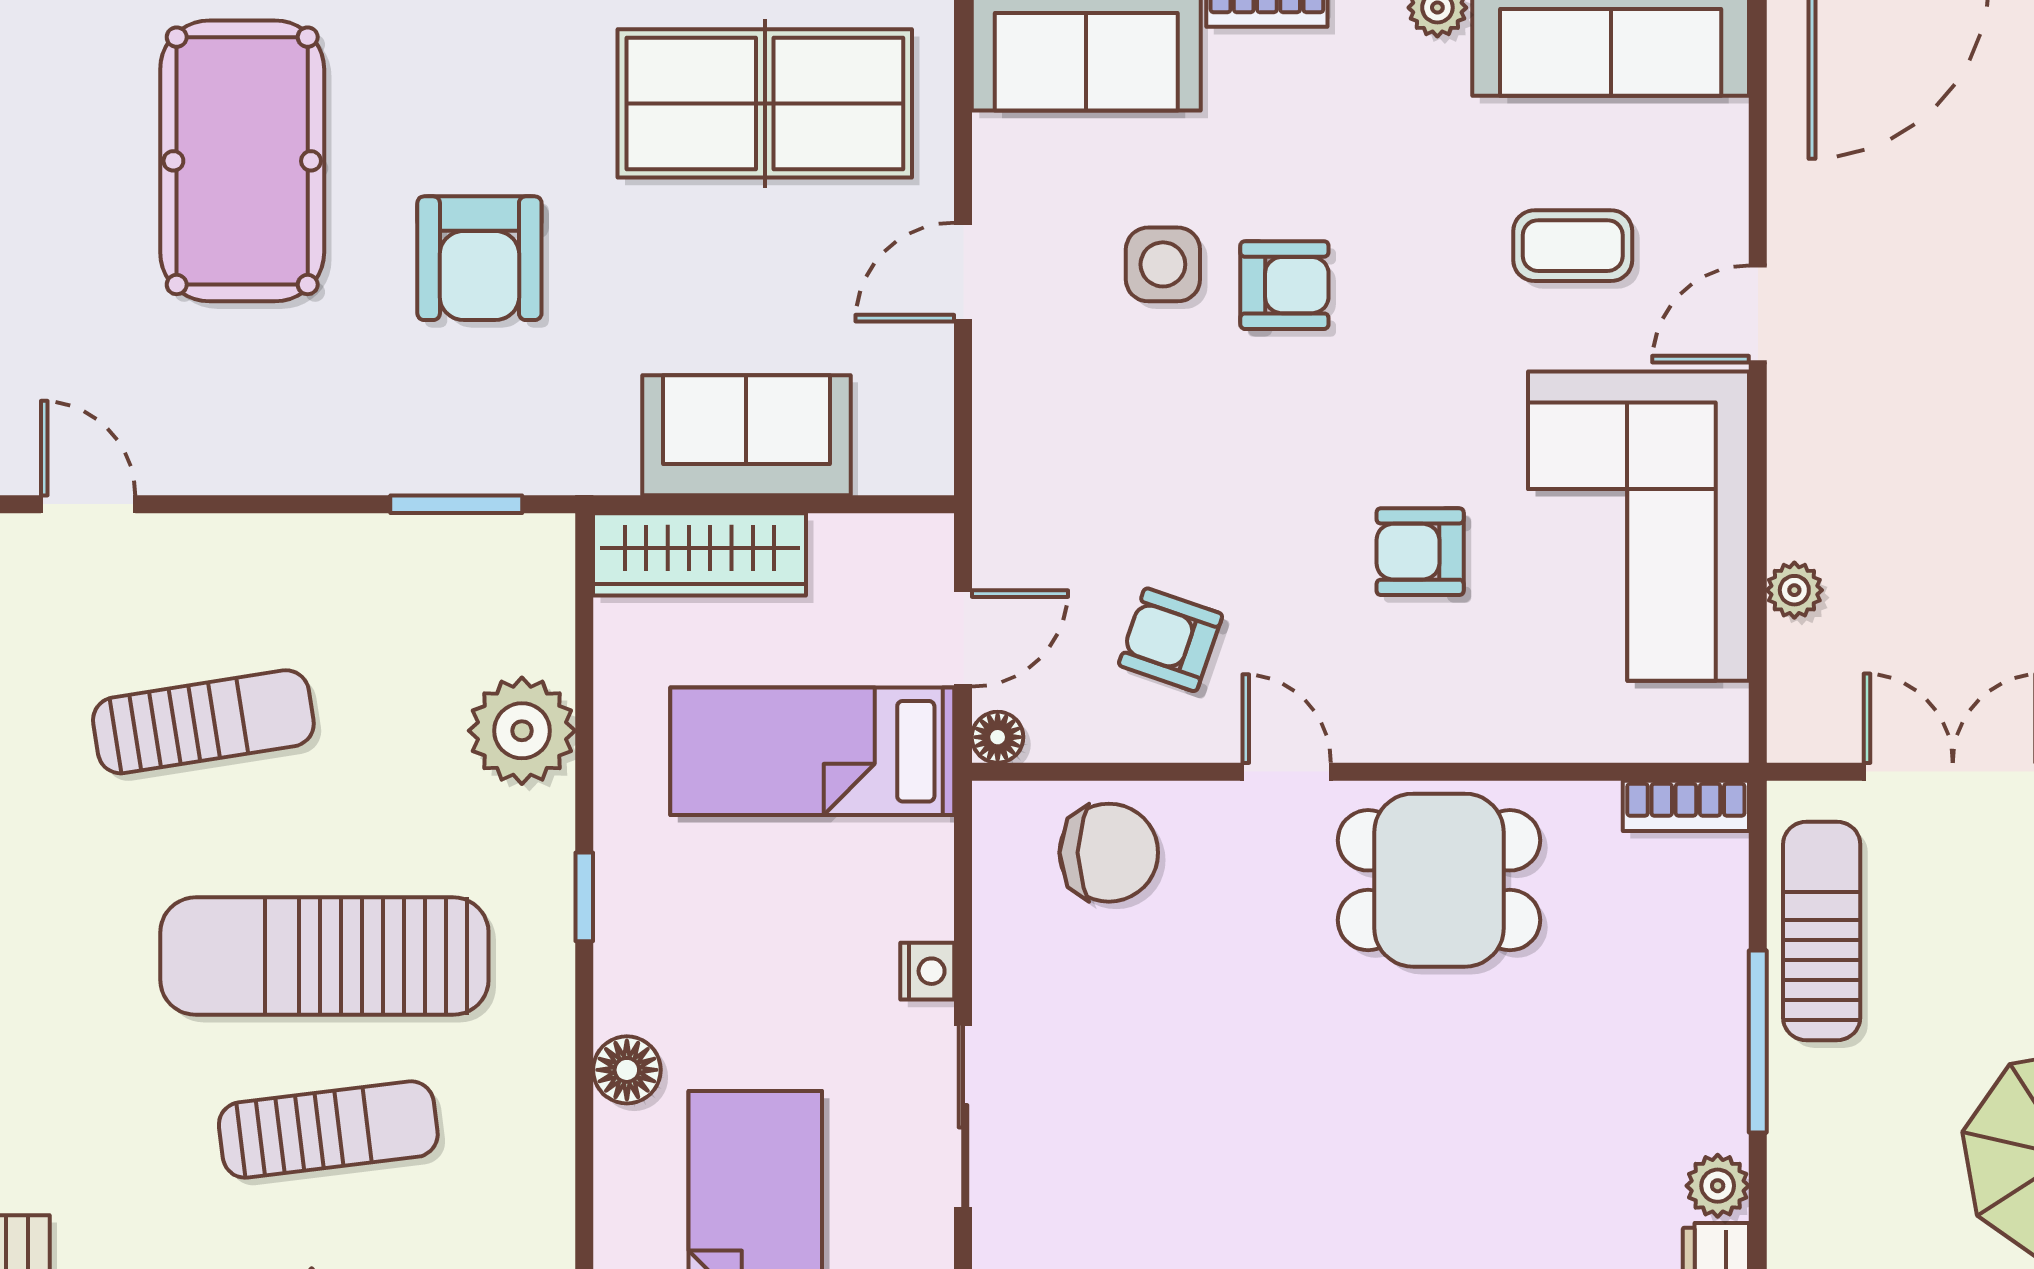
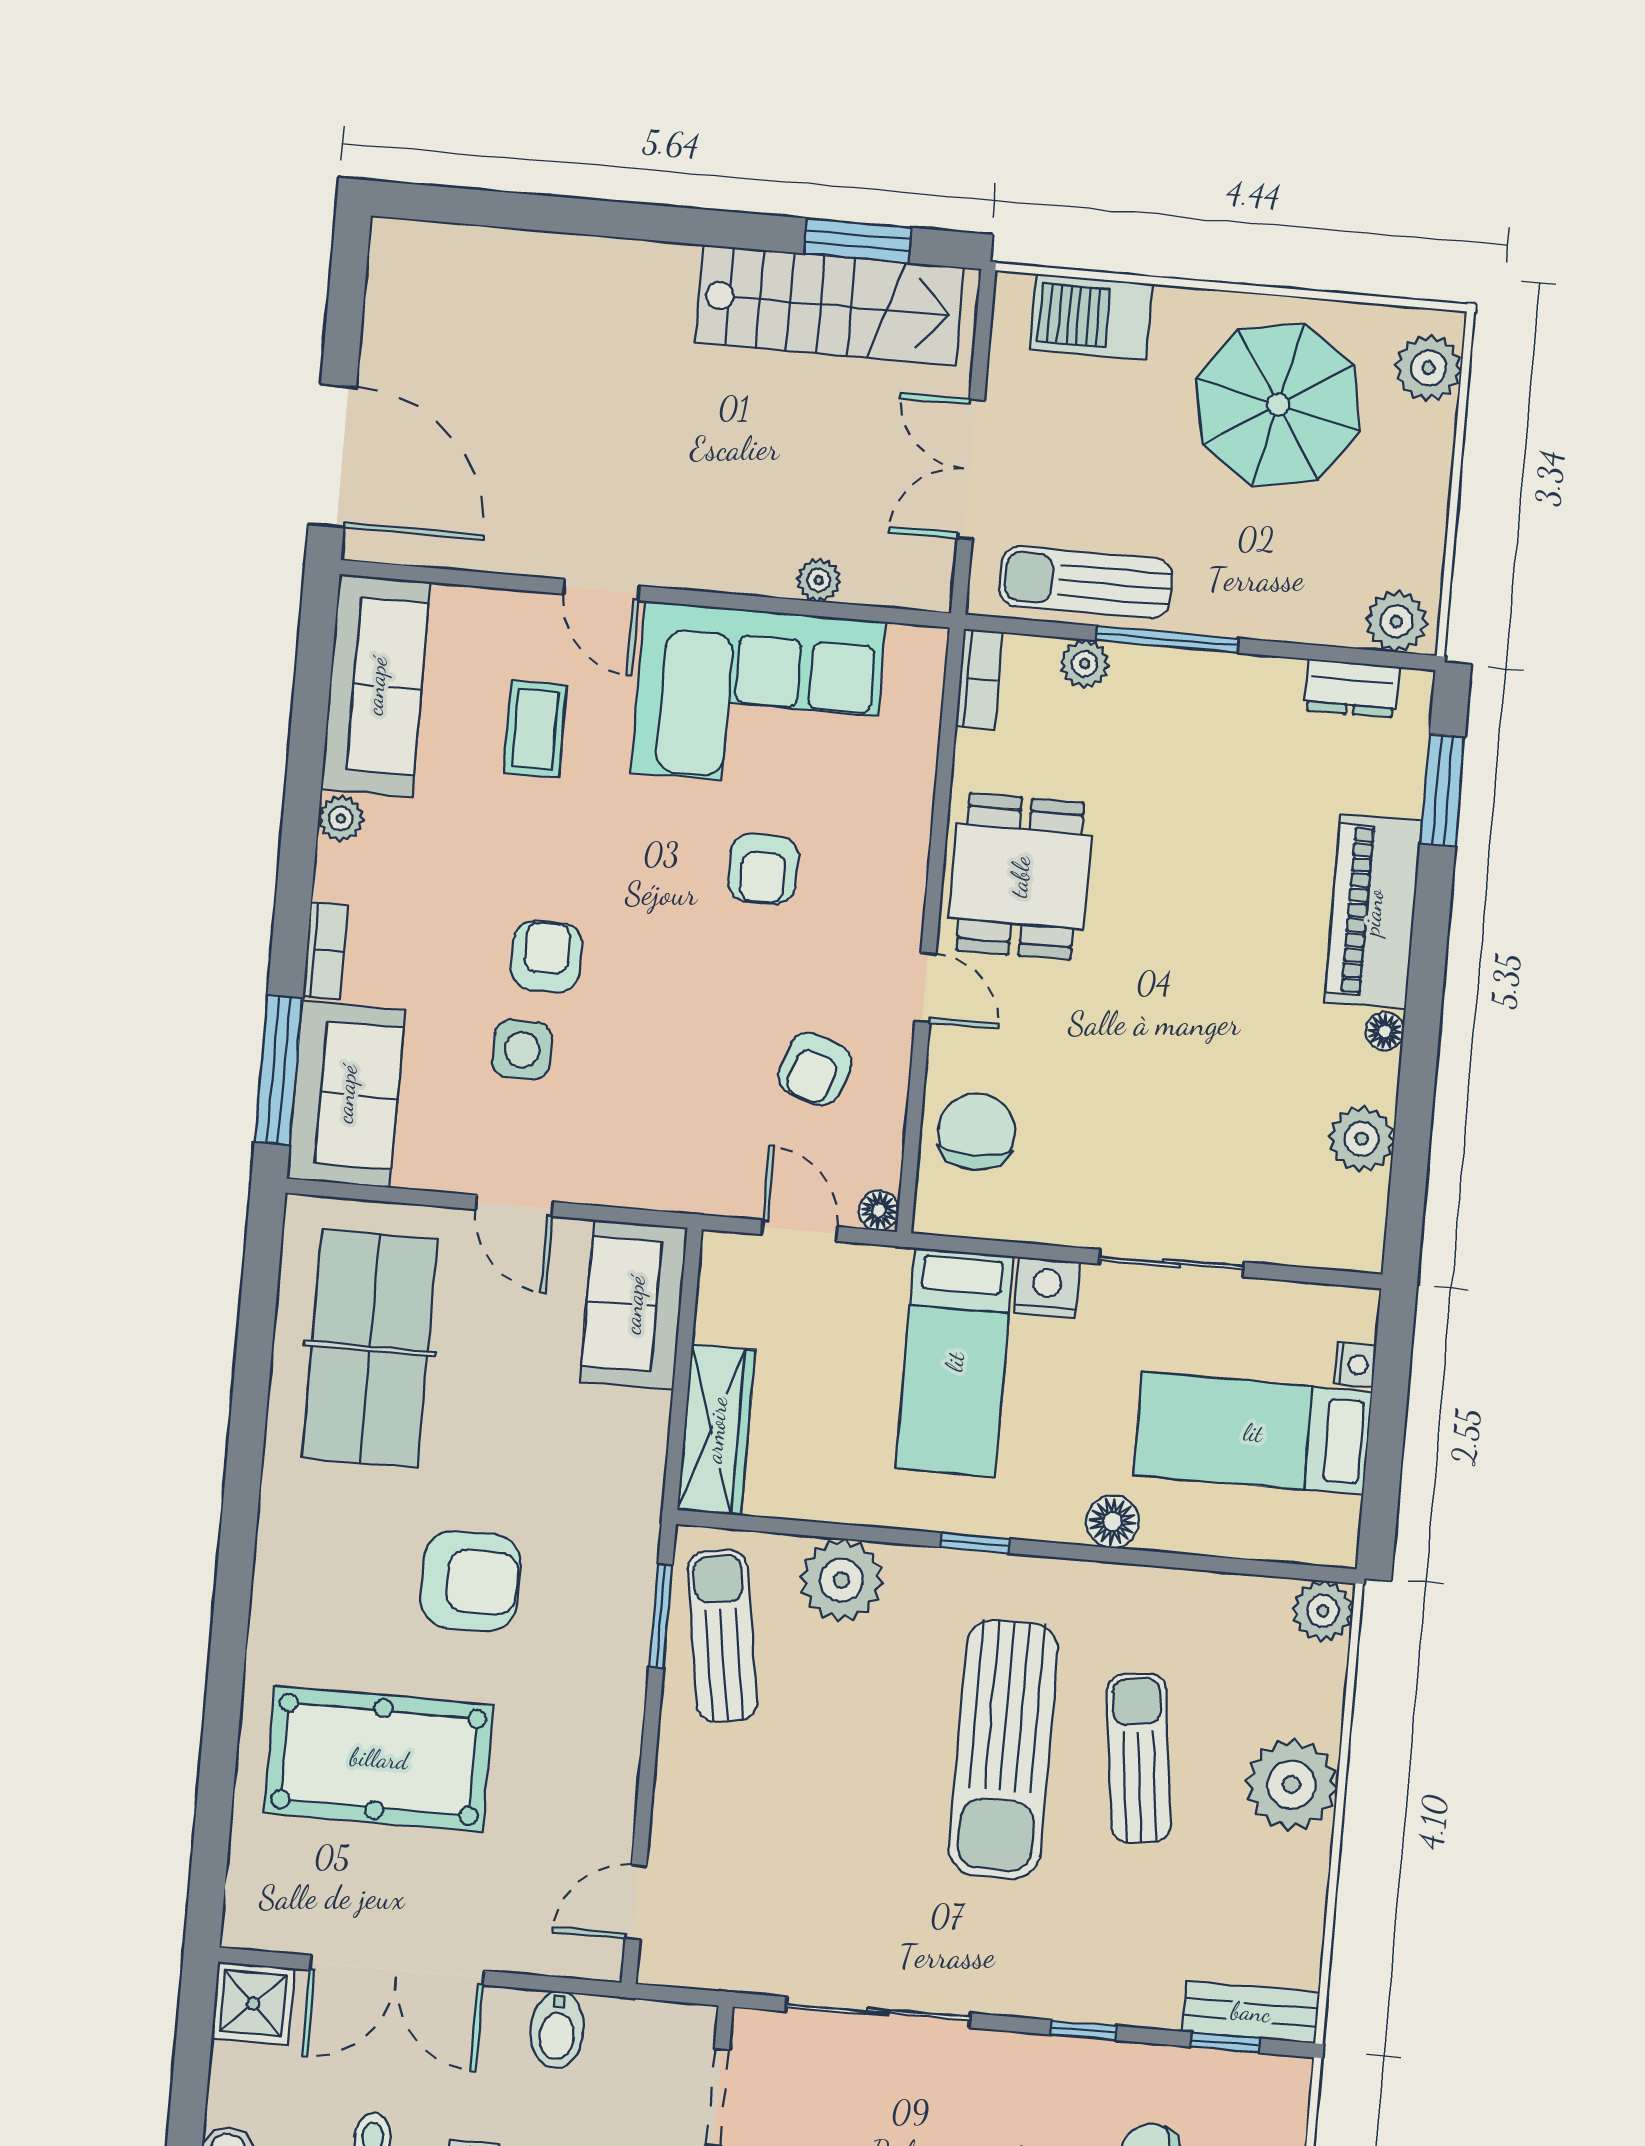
sofa: (746, 435) -> (634, 1305), moved
sun lounger: (203, 722) -> (722, 1636), moved
bed: (812, 751) -> (955, 1362), moved
door: (1287, 772) -> (925, 988), swing flipped
nightstand: (927, 971) -> (1047, 1288), width x1.39, depth x1.35
plant: (1718, 1186) -> (1085, 664), moved

